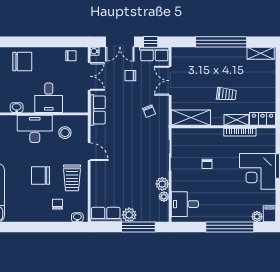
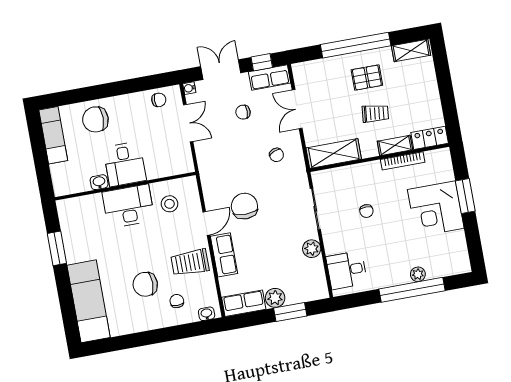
double door: (120, 42) -> (221, 70), swing flipped
chair: (22, 62) -> (95, 119), turned 180
pallet: (225, 67) -> (367, 78), added
desk: (49, 98) -> (125, 164), moved
row of seats: (98, 110) -> (224, 255), moved
chair: (119, 144) -> (244, 206), added
door: (89, 152) -> (206, 223), hinge flipped
chair: (40, 175) -> (145, 284), moved
trolley: (72, 178) -> (190, 263), turned 90
plant: (164, 197) -> (317, 265), removed
filing cabinet: (270, 214) -> (462, 263), removed
plant: (257, 217) -> (418, 274), moved
window: (138, 227) -> (290, 312), width x0.69

